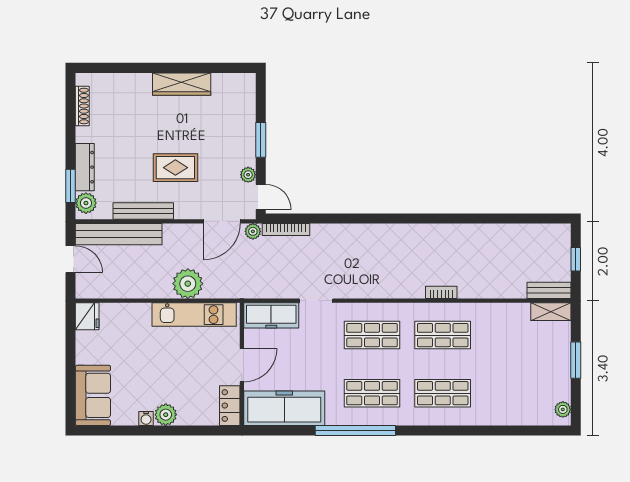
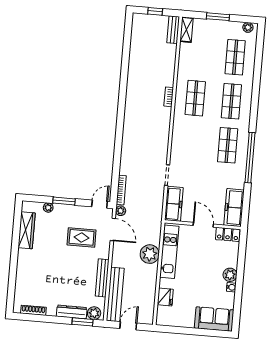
wardrobe: (182, 84) -> (27, 230), moved
rug: (175, 168) -> (82, 237), moved, turned 90
plant: (248, 175) -> (48, 208), moved
fridge: (87, 316) -> (165, 297), moved, turned 90
shop shelf: (372, 335) -> (235, 57), moved
freezer: (284, 408) -> (234, 208), width x0.73, depth x0.79

